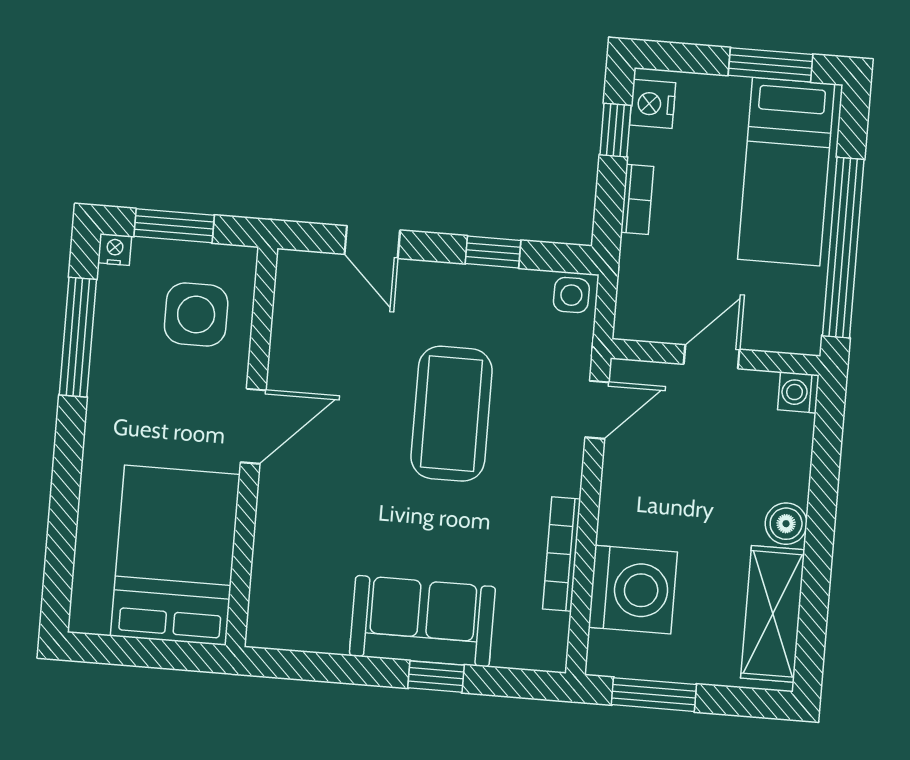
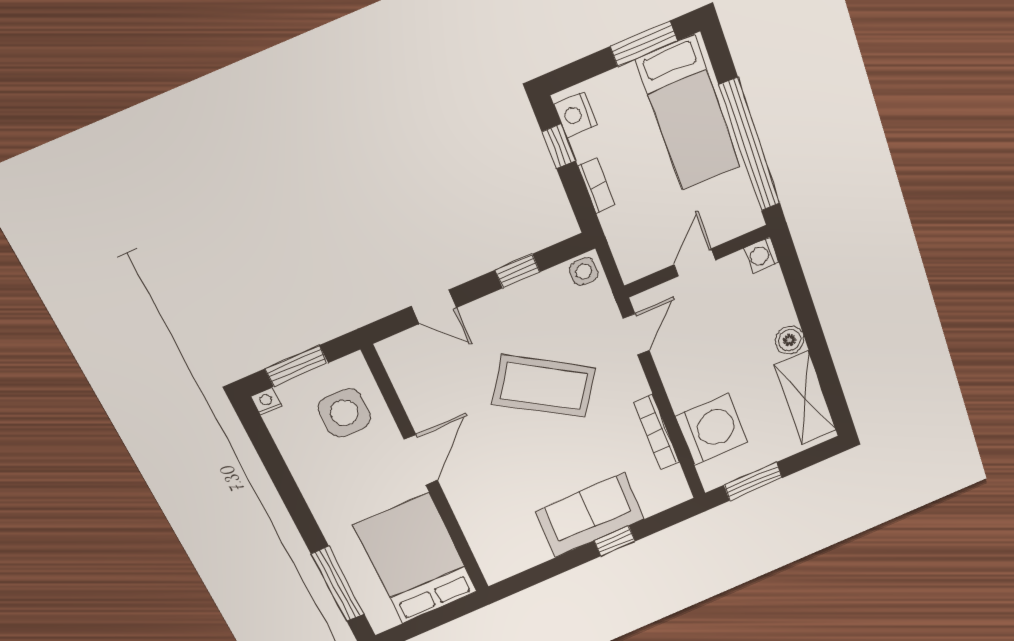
window: (78, 337) -> (338, 584), moved
coffee table: (452, 414) -> (544, 386), turned -57

